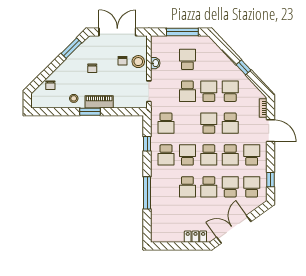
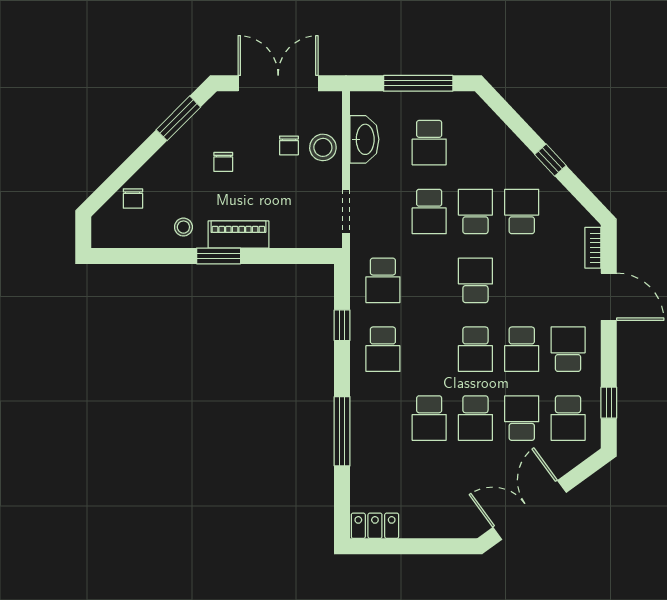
school desk: (187, 59) -> (429, 143), turned 180
washbasin: (155, 63) -> (364, 139), width x1.91, depth x1.45
school desk: (230, 123) -> (522, 280), removed
school desk: (187, 155) -> (429, 349), removed
school desk: (252, 187) -> (568, 418), turned 180
locker: (195, 237) -> (375, 526), moved

